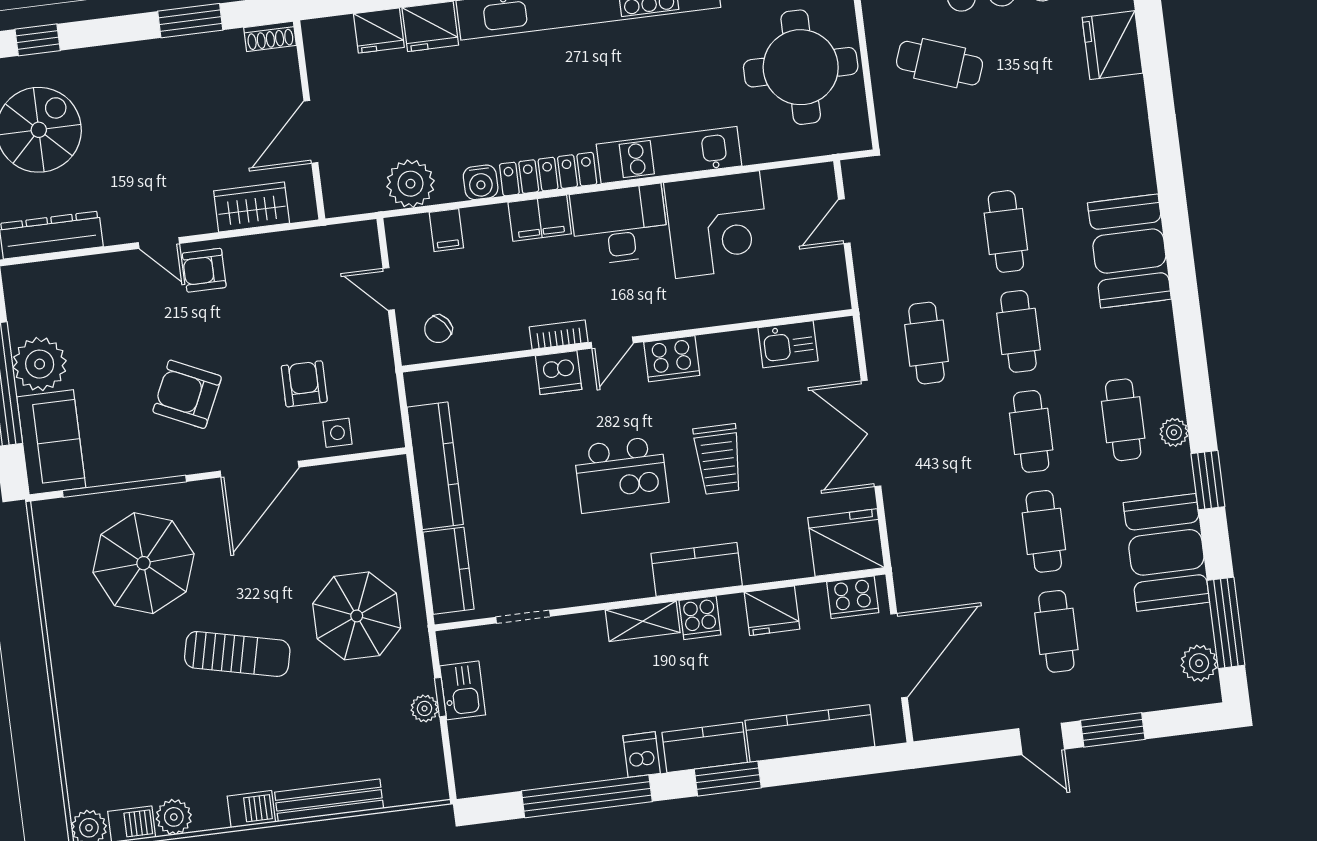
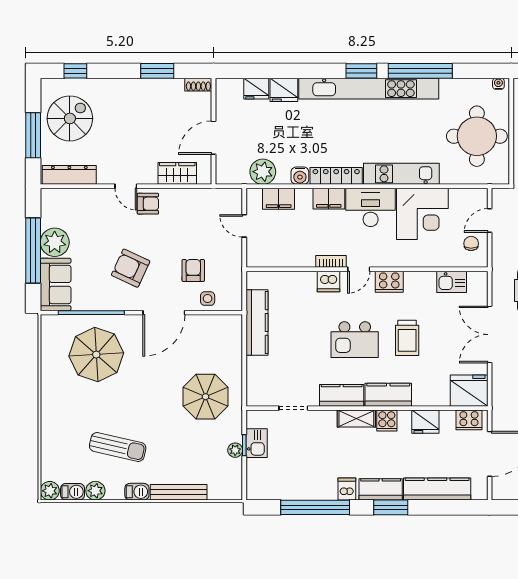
filing cabinet: (446, 230) -> (279, 199), width x2.00
armchair: (204, 270) -> (148, 204), turned 180
chair: (438, 329) -> (471, 243), moved, turned 128
kitchen counter: (449, 571) -> (342, 395), moved, turned -90
sun lounger: (237, 654) -> (118, 447), moved

